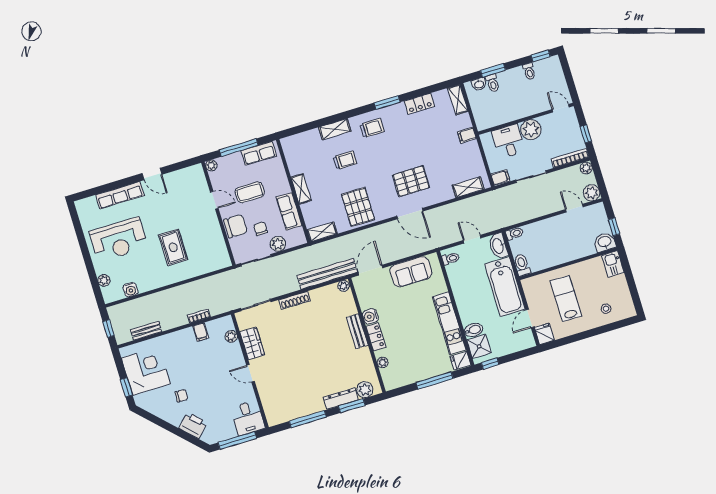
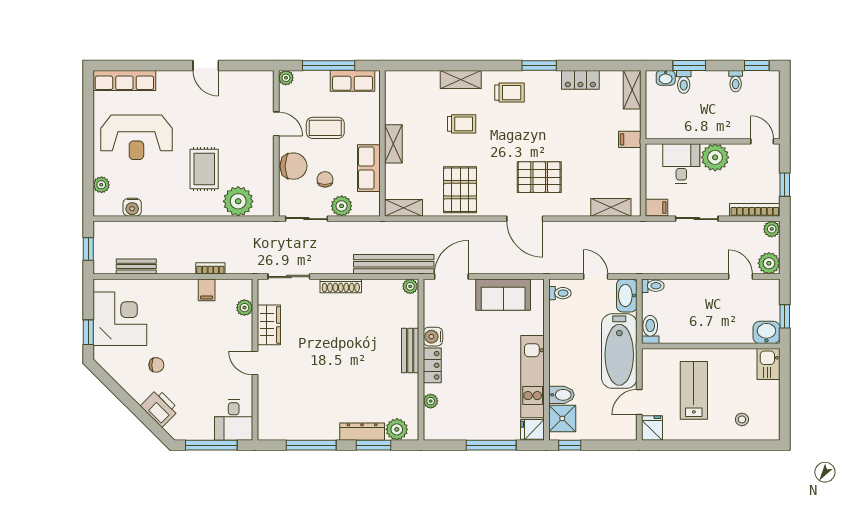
row of seats: (120, 195) -> (124, 80), moved
plant: (204, 263) -> (238, 201), added

